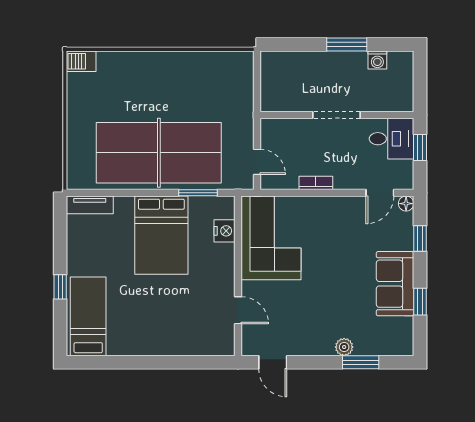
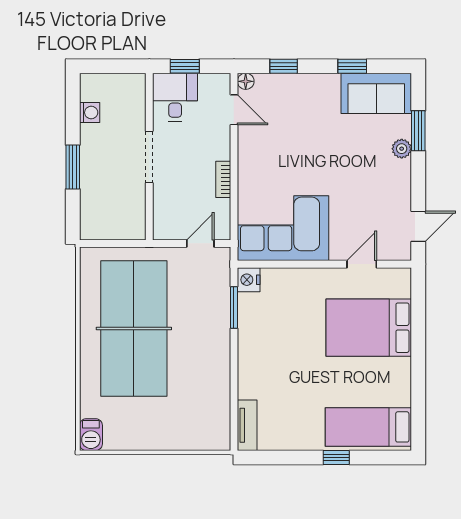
window: (347, 44) -> (73, 167), moved
table tennis table: (159, 153) -> (134, 329), moved
nightstand: (225, 231) -> (249, 280), moved, turned -90
bed: (161, 235) -> (369, 328), moved, turned 180
sofa: (395, 284) -> (376, 93), moved

